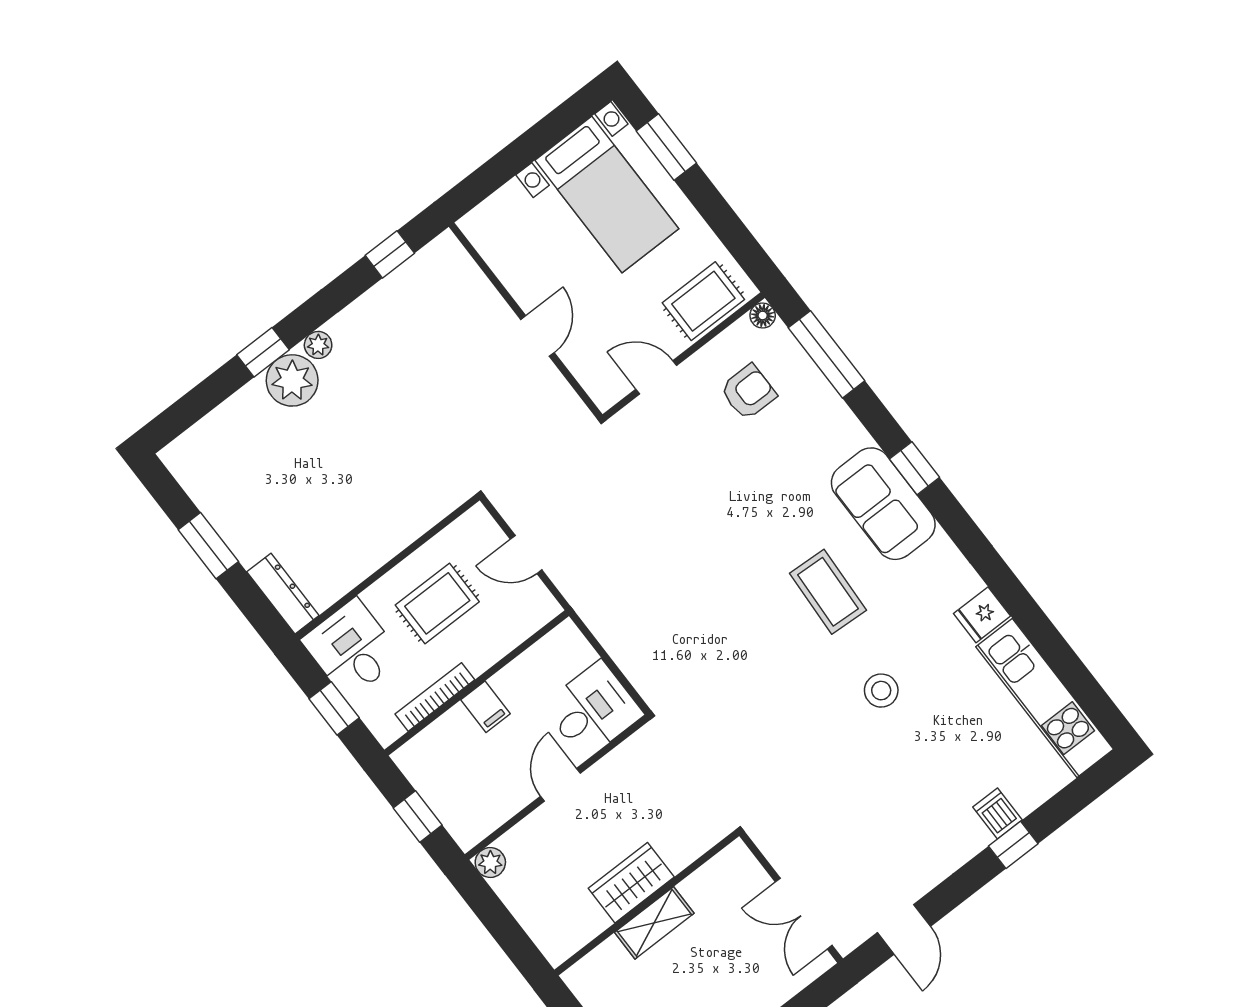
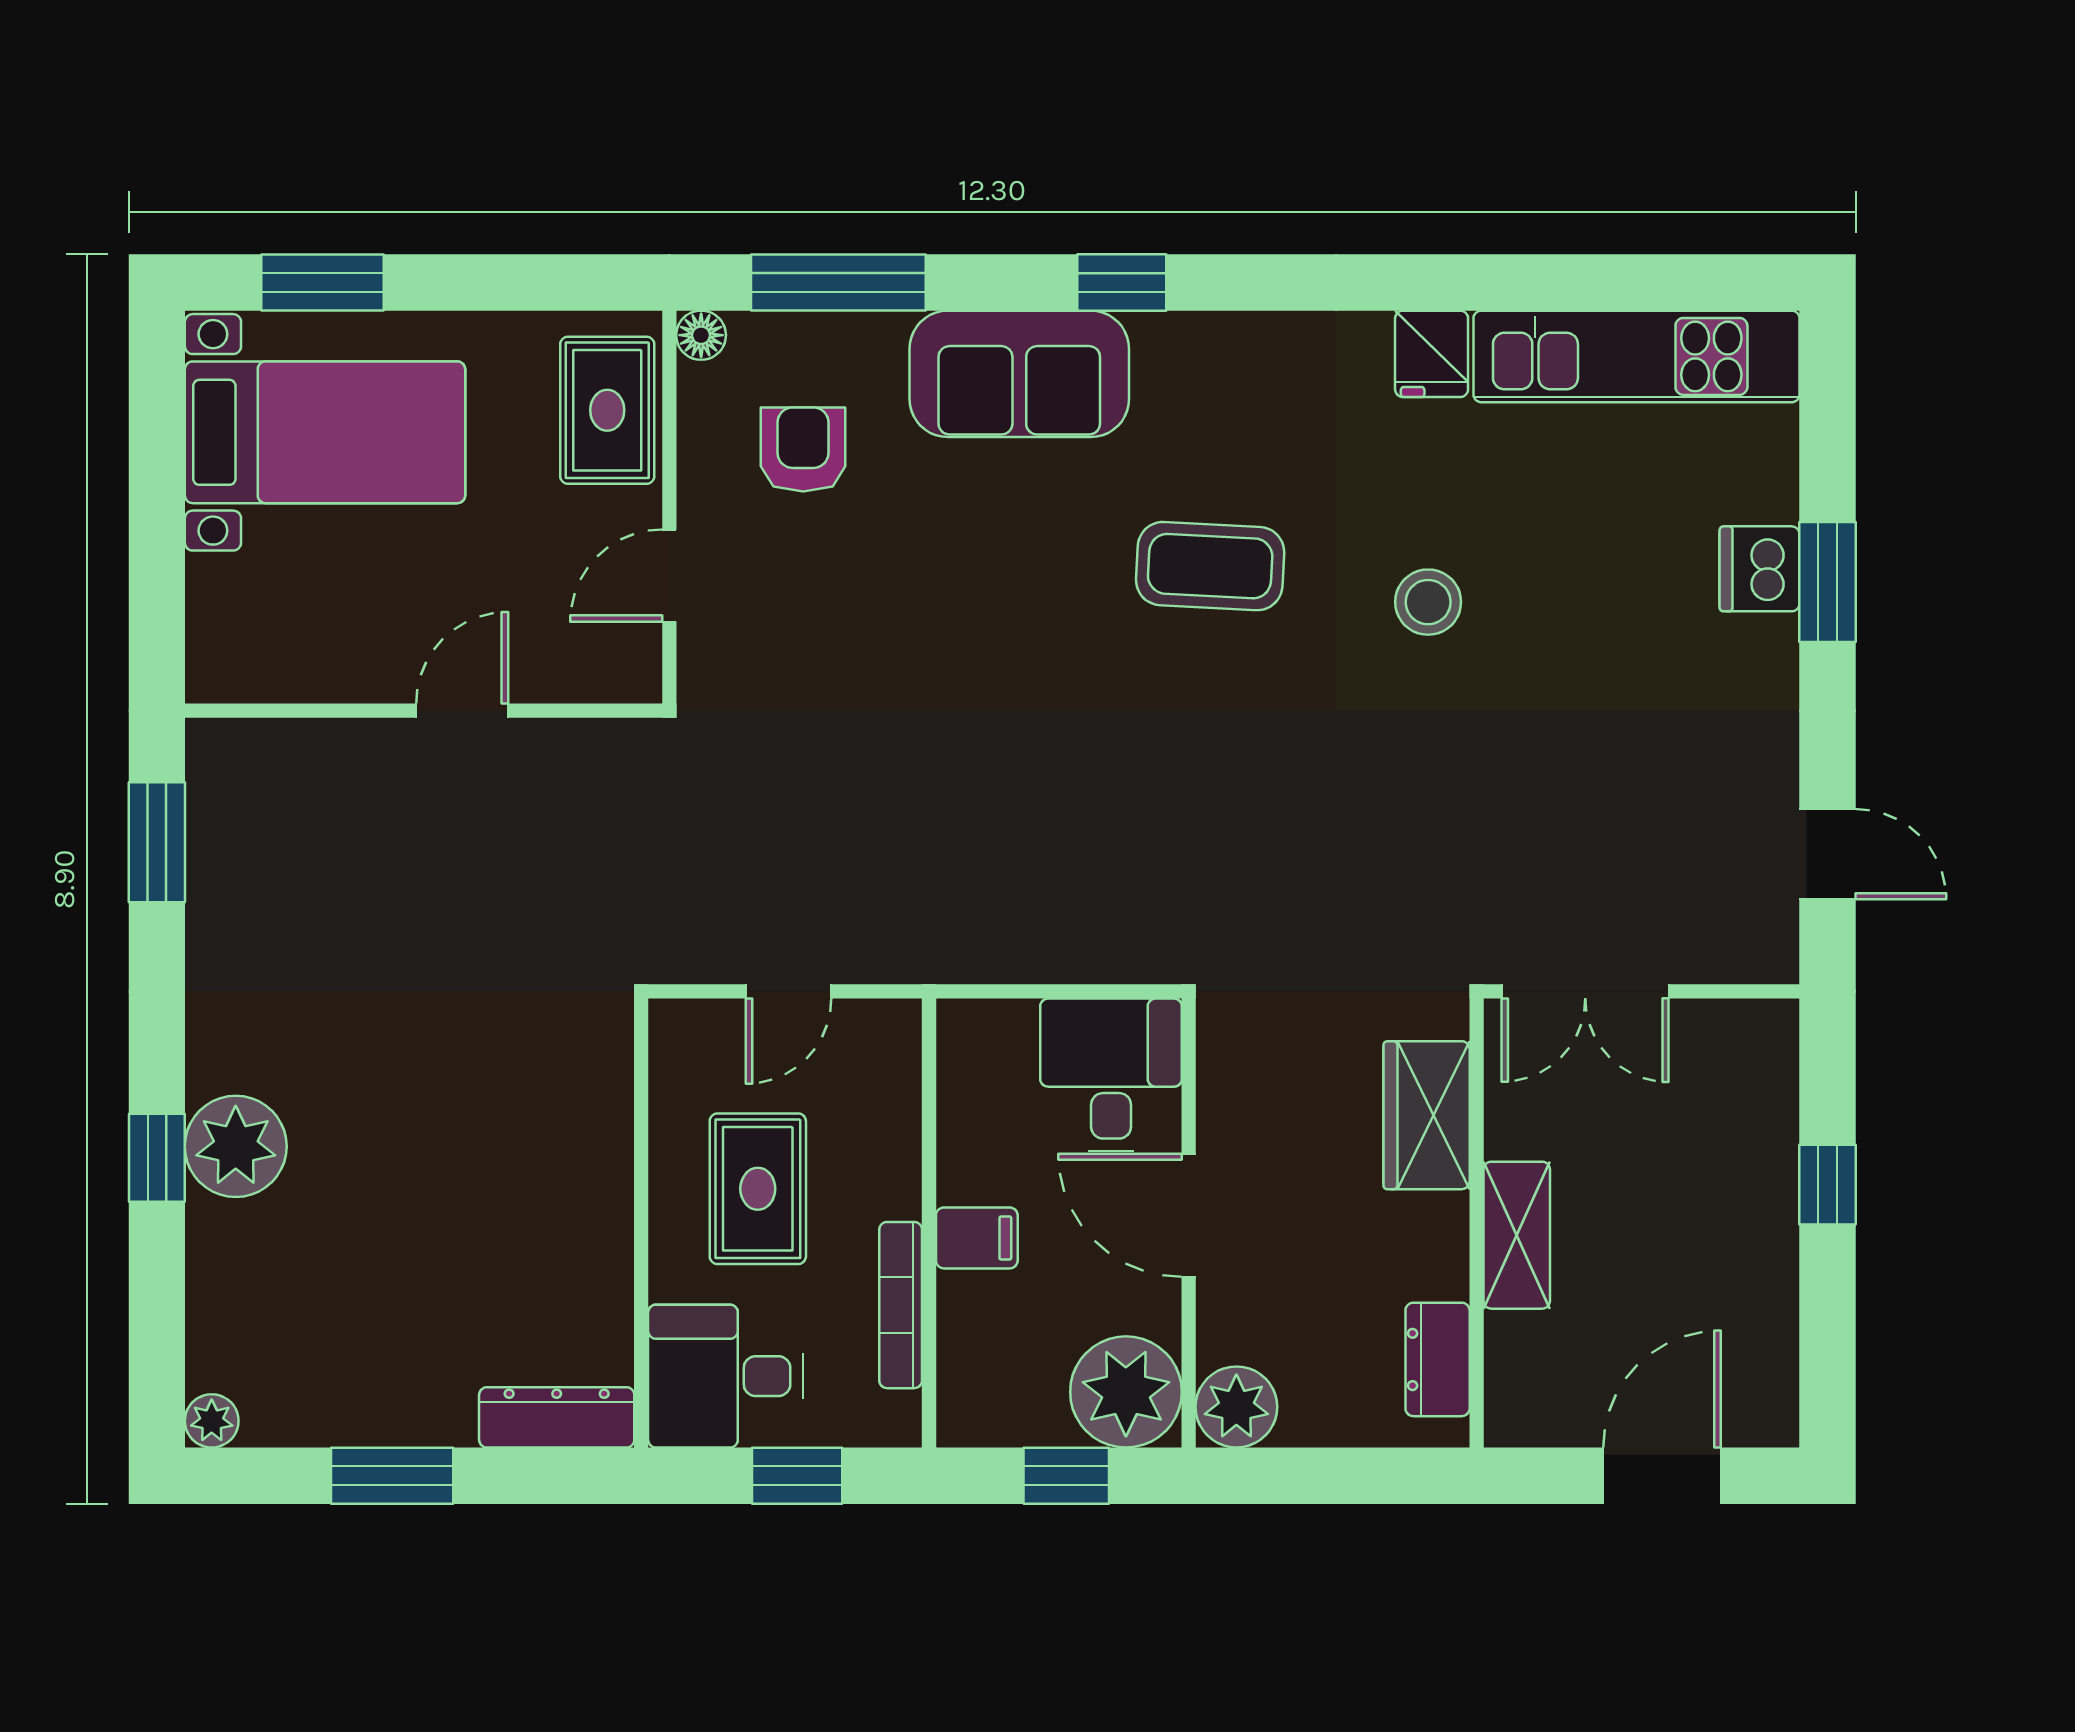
window: (390, 254) -> (157, 842), width x1.50
door: (538, 336) -> (462, 711), hinge flipped
plant: (318, 345) -> (212, 1421), moved
sofa: (883, 504) -> (1019, 374), moved
door: (560, 785) -> (1189, 1215), width x1.38
dishwasher: (997, 813) -> (1760, 569), width x1.38
plant: (470, 814) -> (1126, 1392), added
window: (1013, 845) -> (1827, 582), width x1.50
plant: (490, 863) -> (1236, 1407), width x1.38, depth x1.38
wardrobe: (631, 883) -> (1427, 1115), moved
double door: (804, 914) -> (1585, 991), moved
dresser: (580, 930) -> (1438, 1359), added

